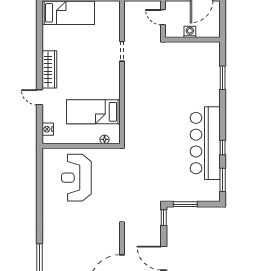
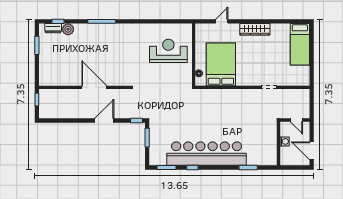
door: (163, 17) -> (296, 120), swing flipped
door: (39, 97) -> (222, 21), moved
bed: (93, 112) -> (221, 64), width x1.50
nightstand: (48, 129) -> (207, 28), removed
bar counter: (205, 143) -> (207, 154), width x1.36

